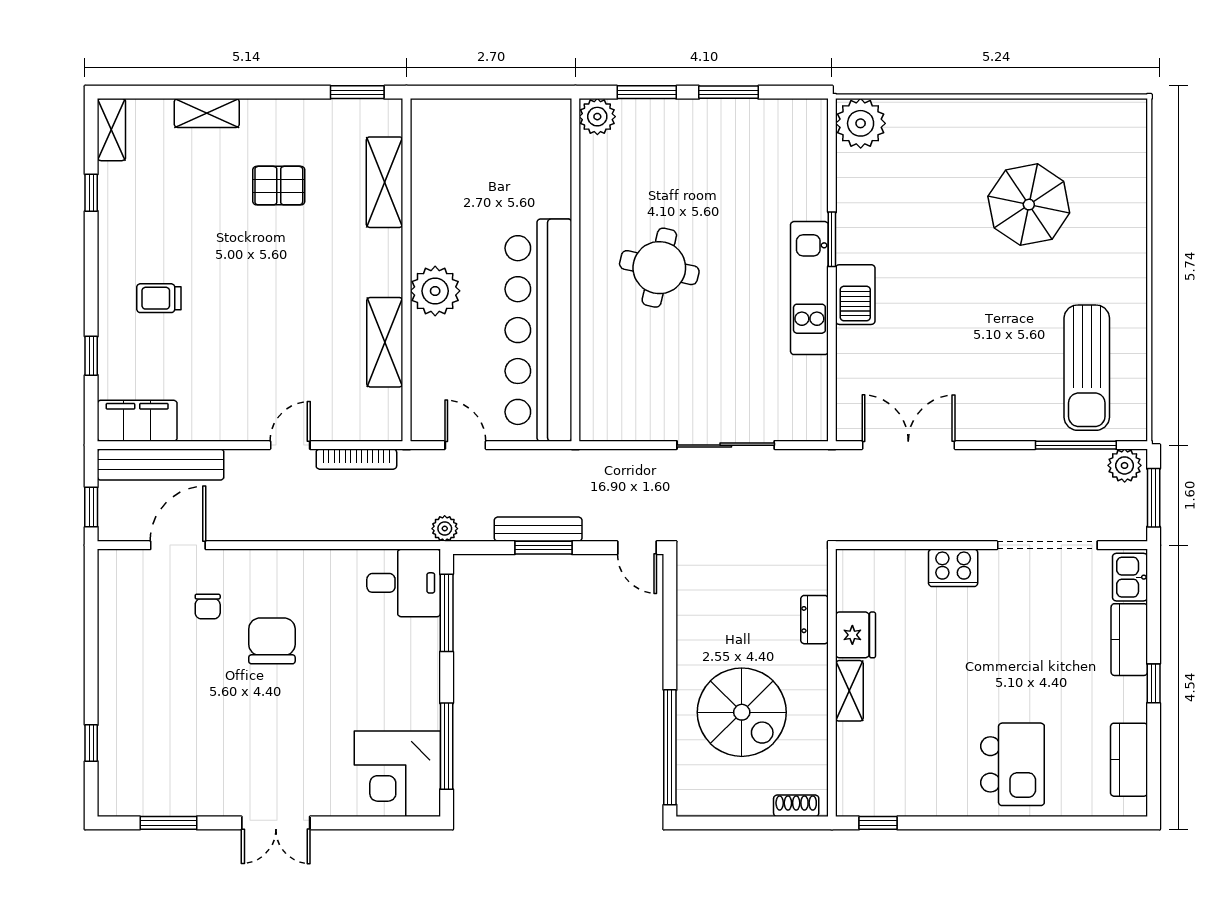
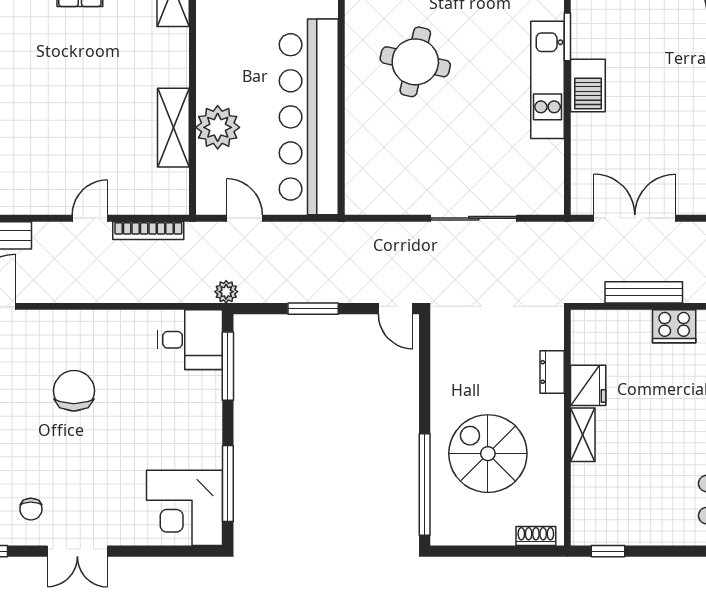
plant: (435, 291) -> (218, 127), moved
bench: (538, 529) -> (644, 292), moved
chair: (208, 606) -> (31, 509), moved
spiral stairs: (742, 712) -> (488, 454), turned 180

